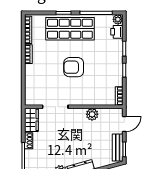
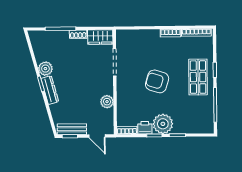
plant: (118, 19) -> (163, 124), moved, width x1.87, depth x1.87
shop shelf: (70, 29) -> (198, 77), width x0.70, depth x0.74
printer: (117, 32) -> (145, 128), moved
armchair: (74, 67) -> (157, 81), turned -73

